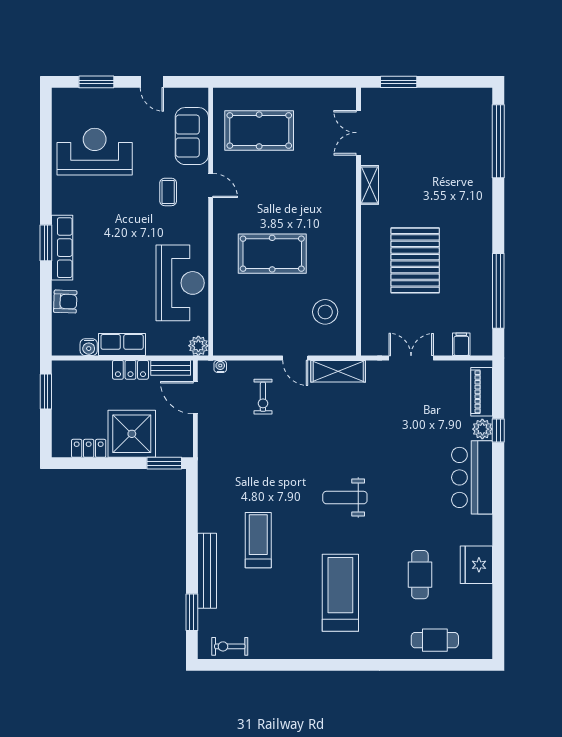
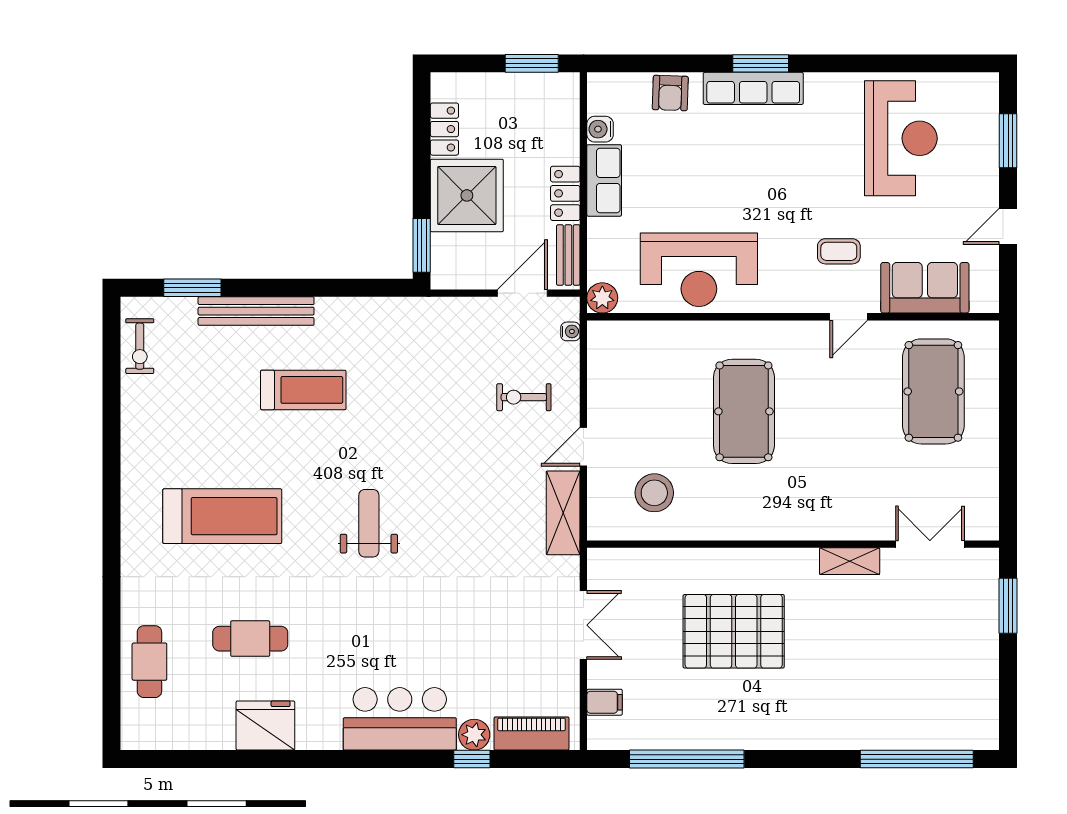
exercise bike: (230, 646) -> (140, 346), turned 180

